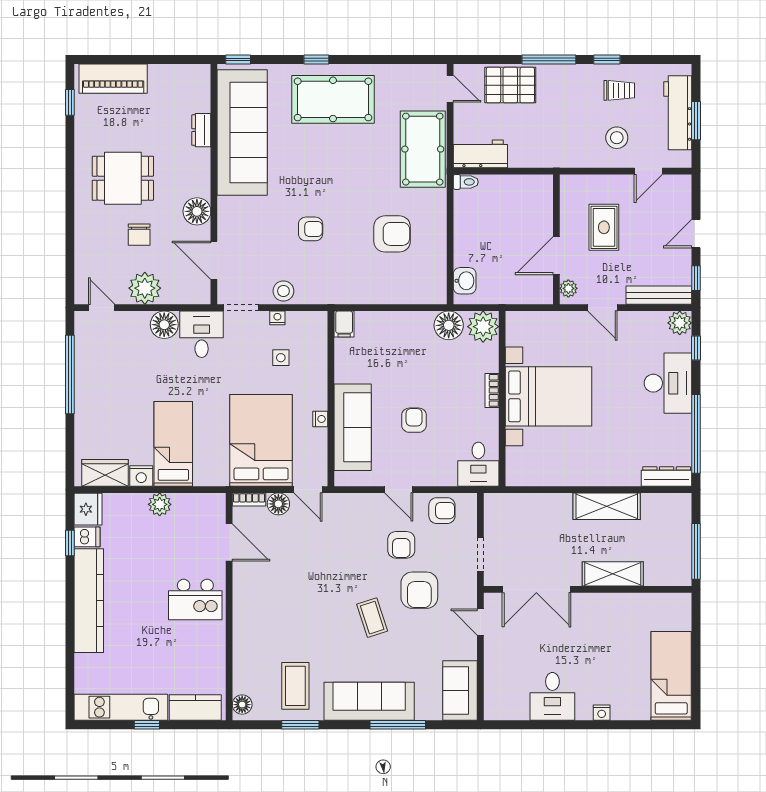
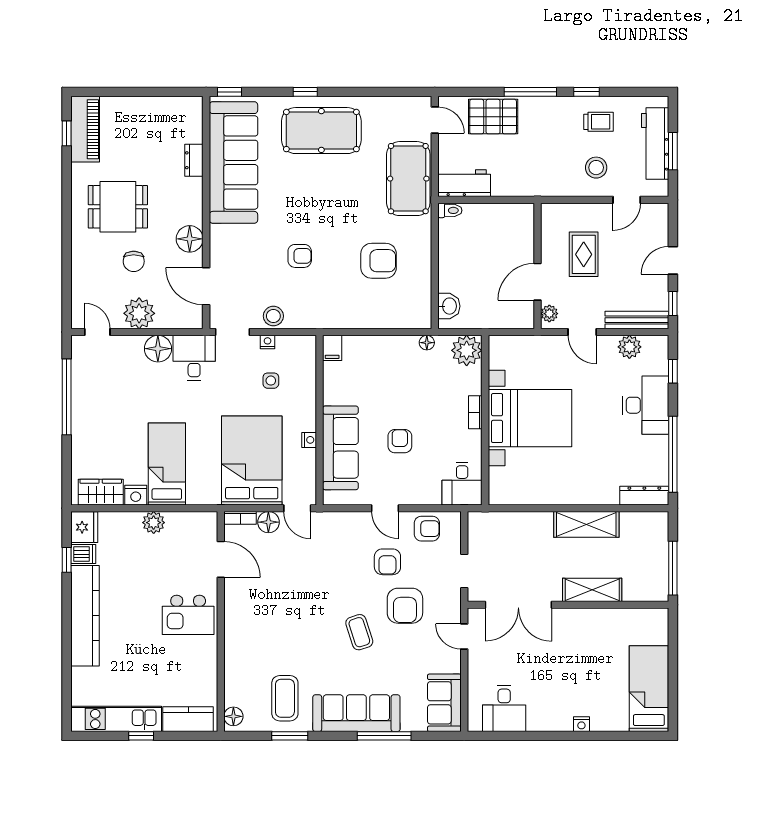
piano: (113, 79) -> (85, 129), moved, turned -90
plant: (680, 323) -> (629, 347), moved
floor lamp: (449, 325) -> (427, 343), width x0.53, depth x0.53
desk: (552, 696) -> (504, 708), moved

